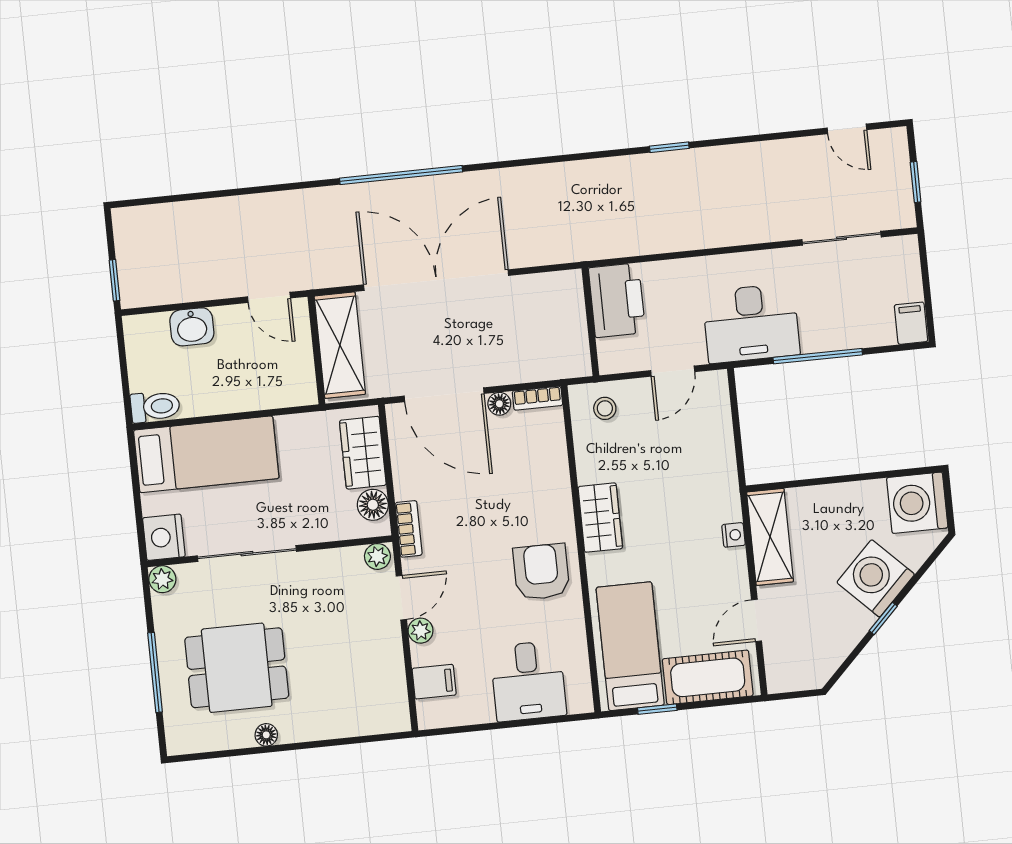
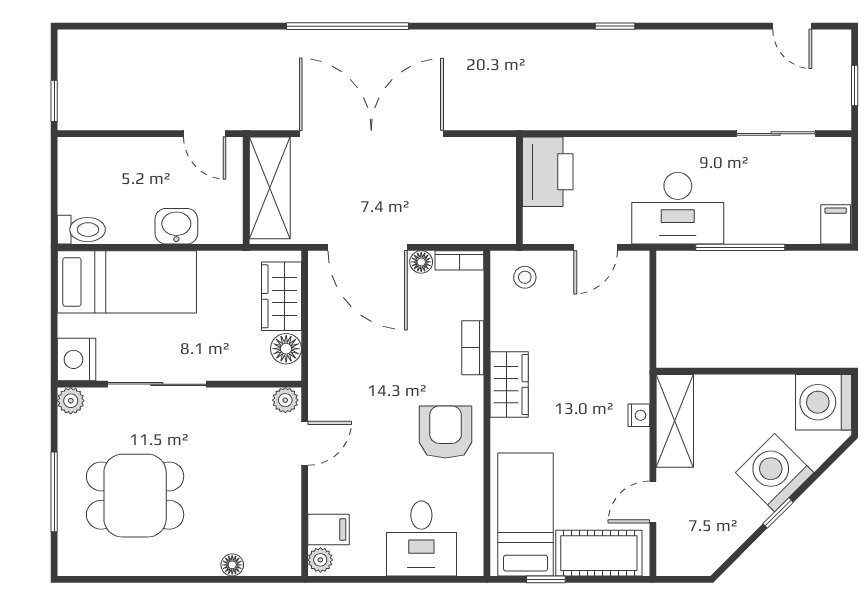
washbasin: (192, 327) -> (176, 226), moved, turned 180
bookcase: (409, 529) -> (473, 348), moved, turned 180
plant: (421, 631) -> (320, 560), moved
floor lamp: (266, 735) -> (232, 565), moved

